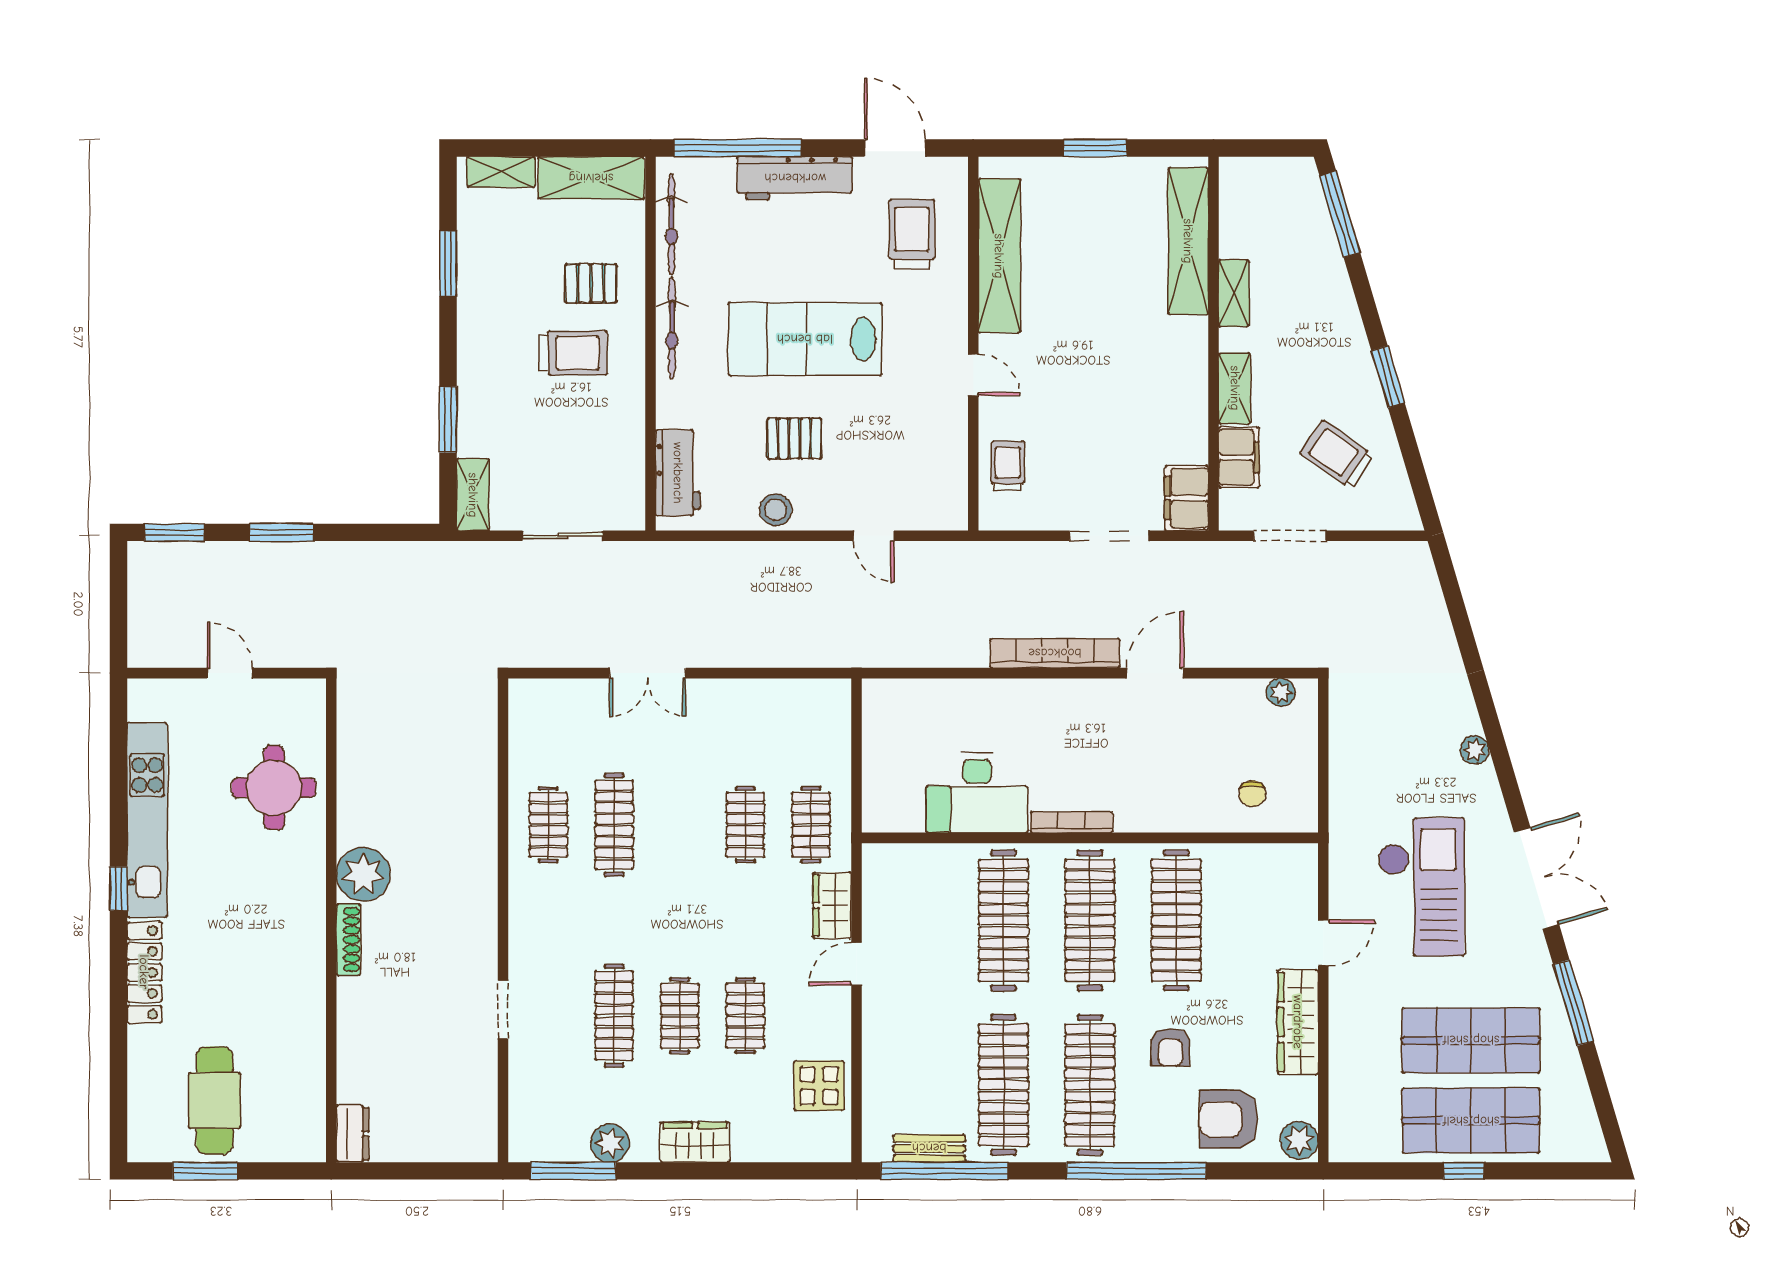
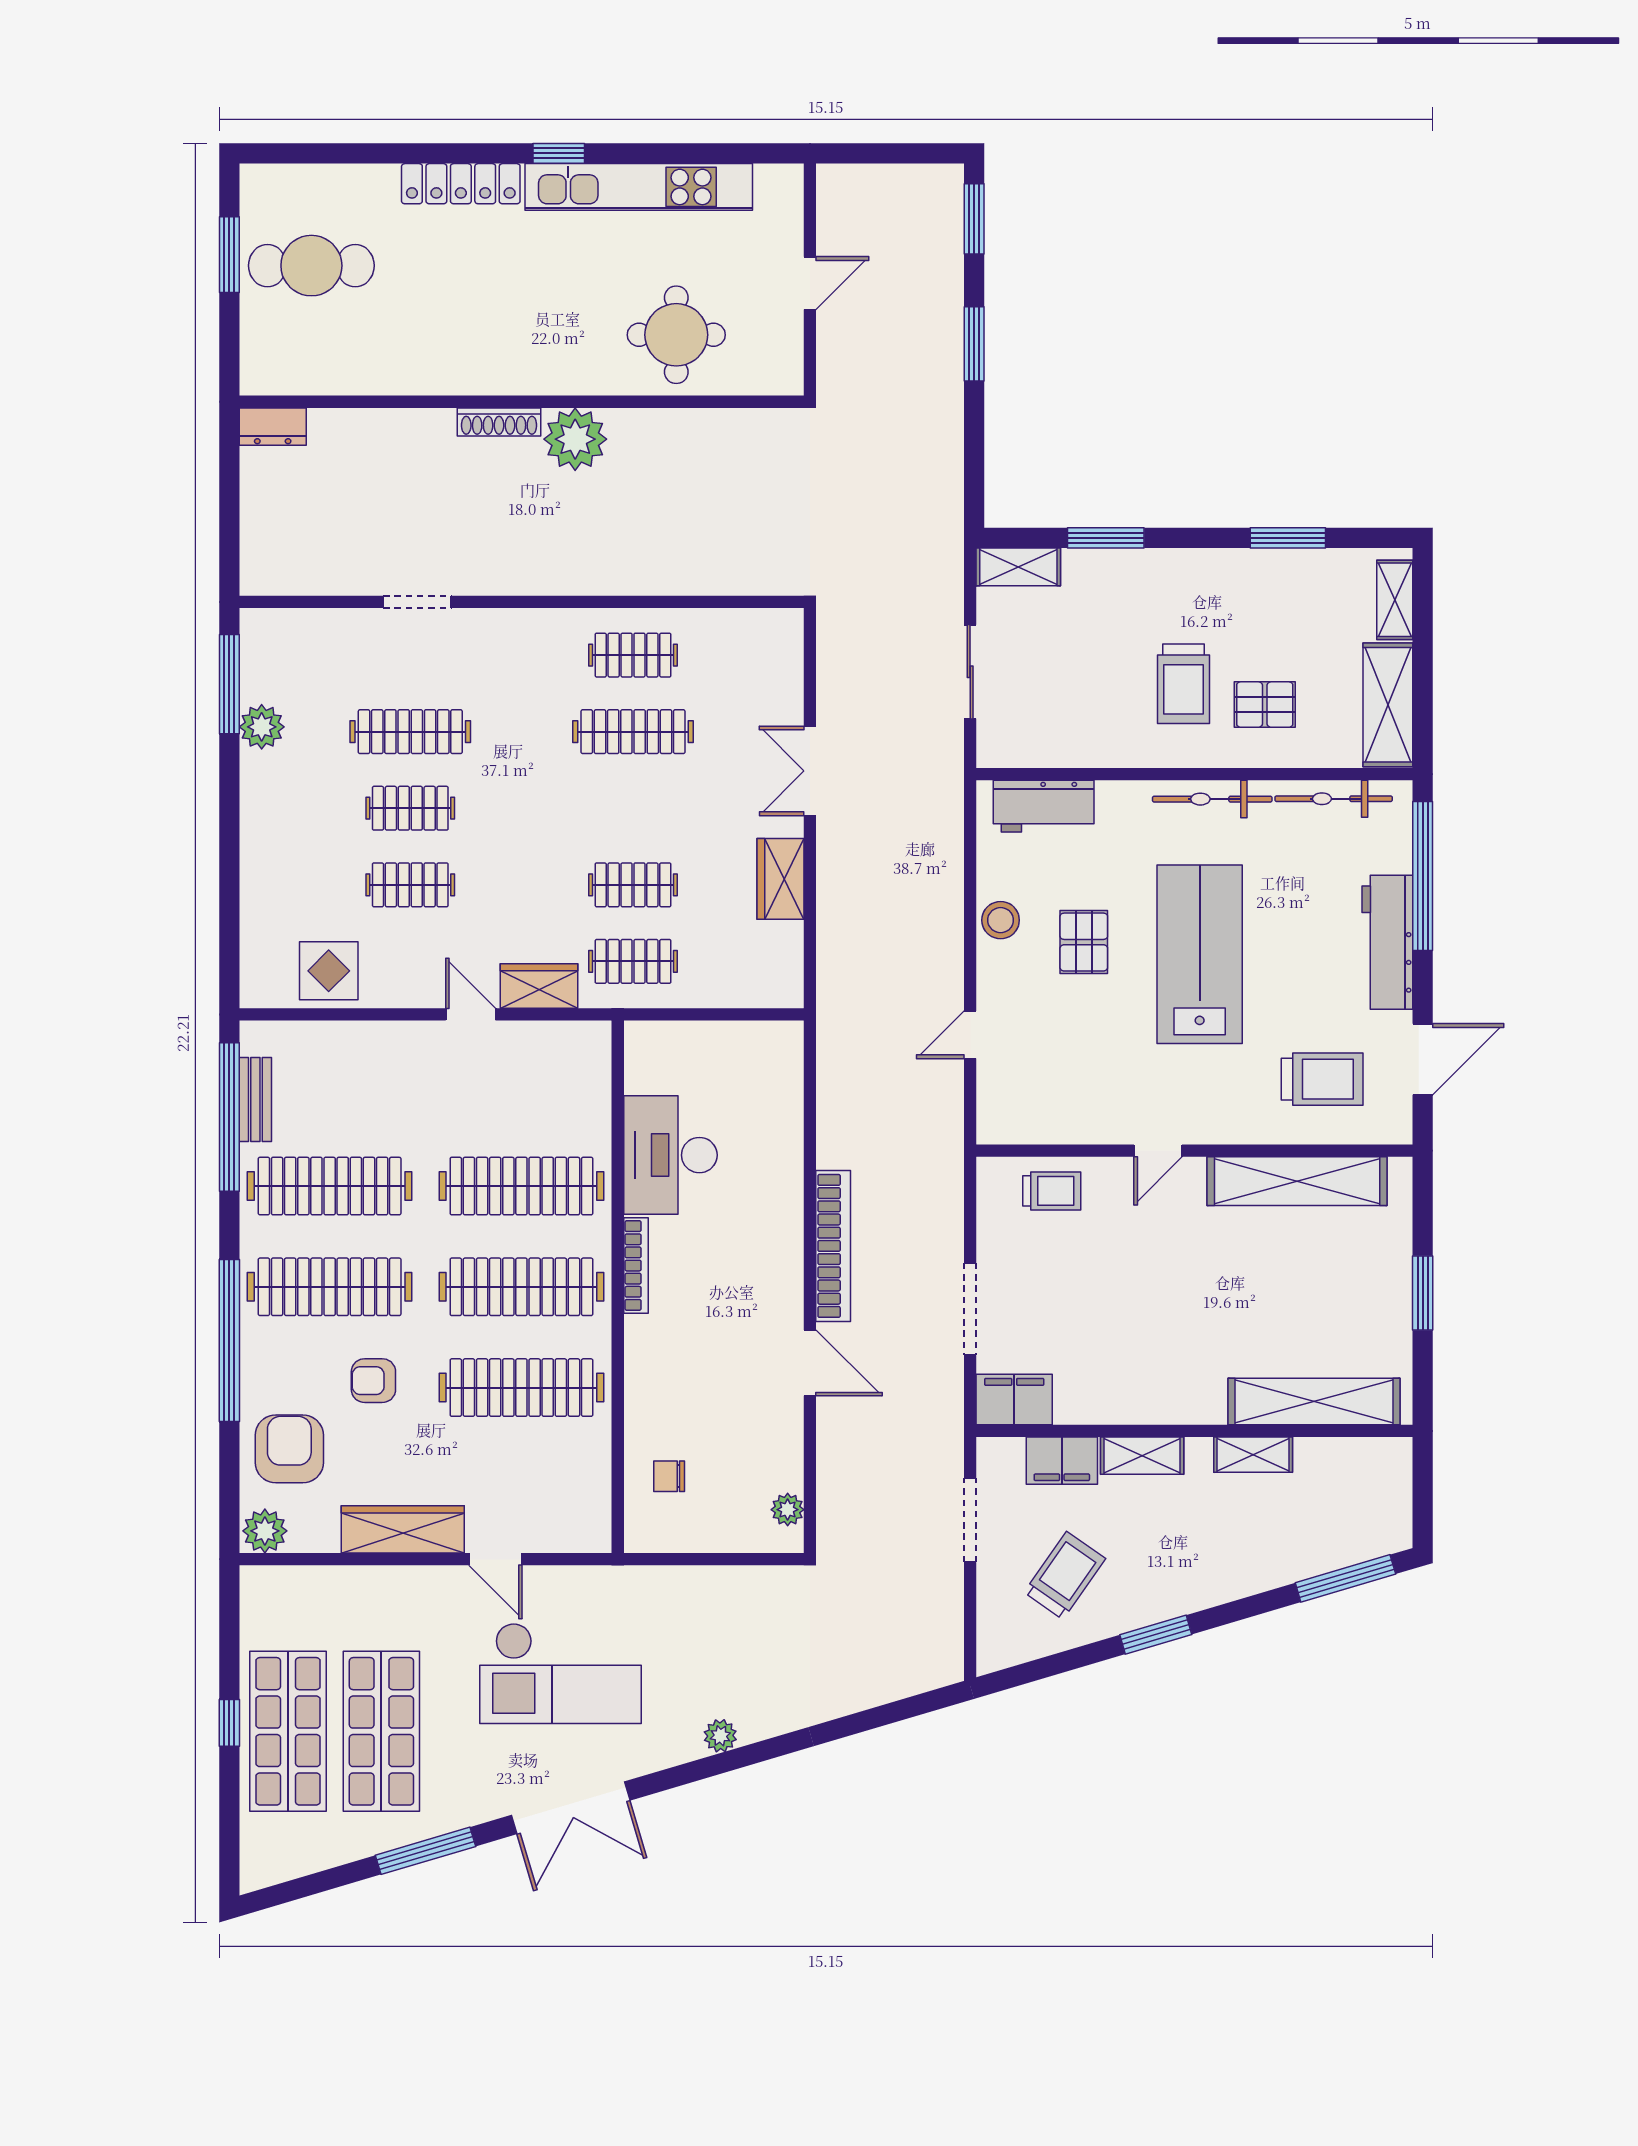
pallet: (591, 283) -> (1265, 705), turned 90
wardrobe: (695, 1142) -> (781, 879), moved, turned 180

